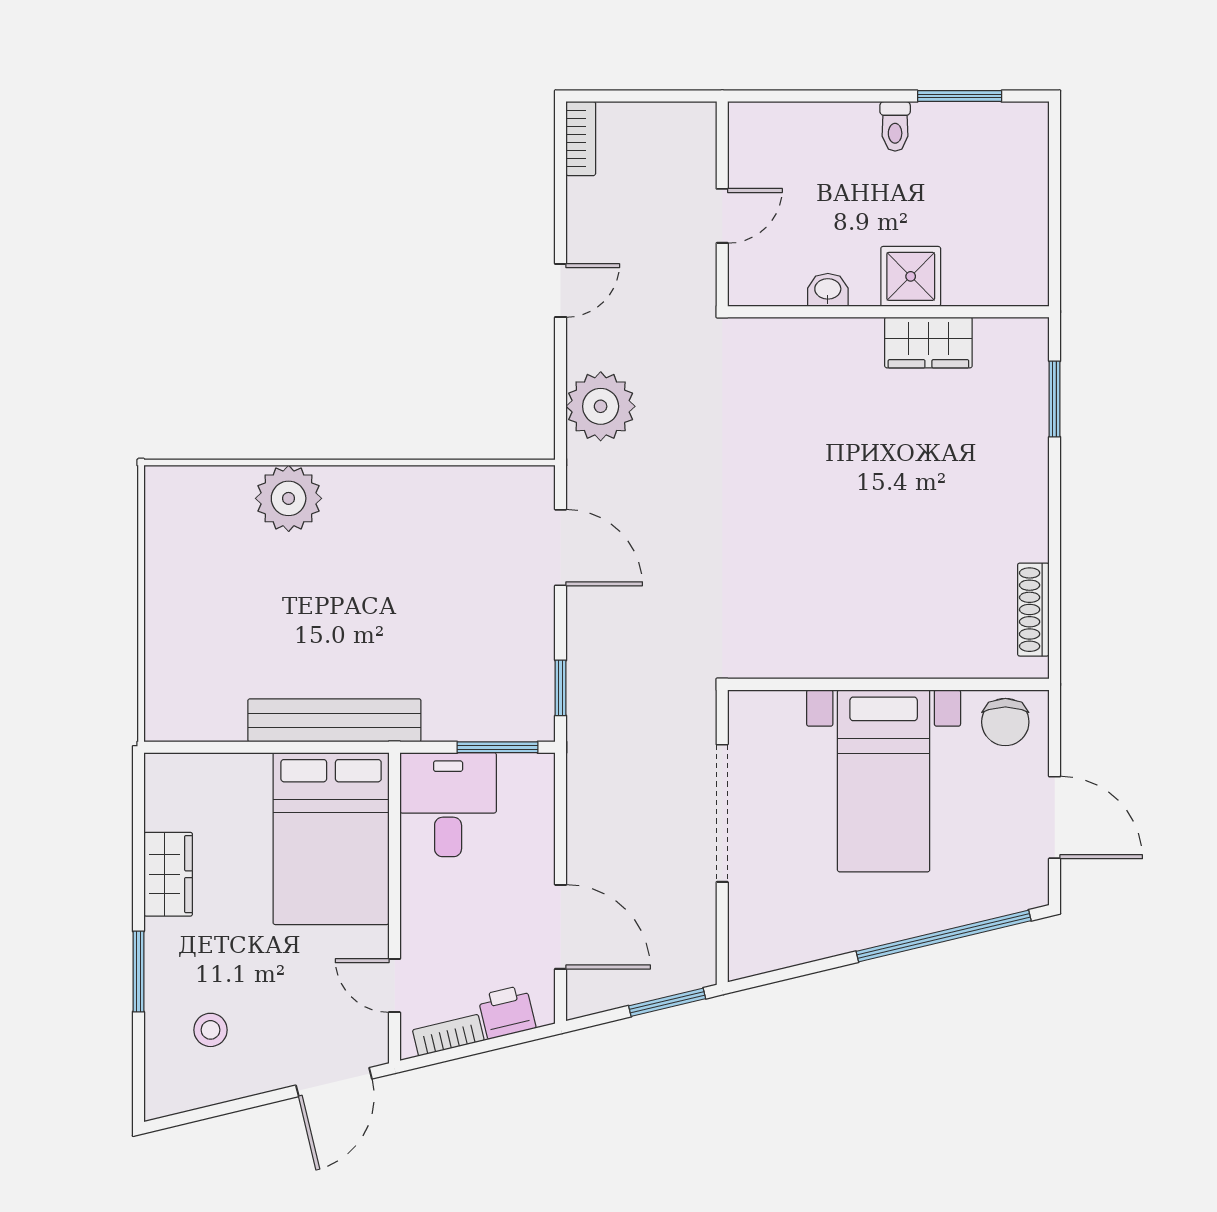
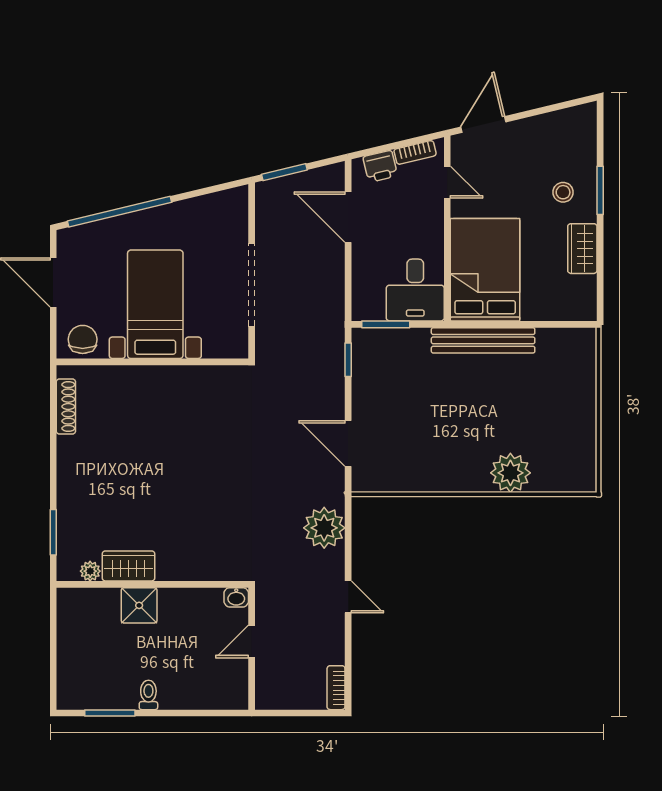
door: (561, 290) -> (348, 597), swing flipped
washbasin: (828, 290) -> (236, 597), moved
plant: (993, 334) -> (90, 571), added
stool: (211, 1030) -> (563, 192), moved

